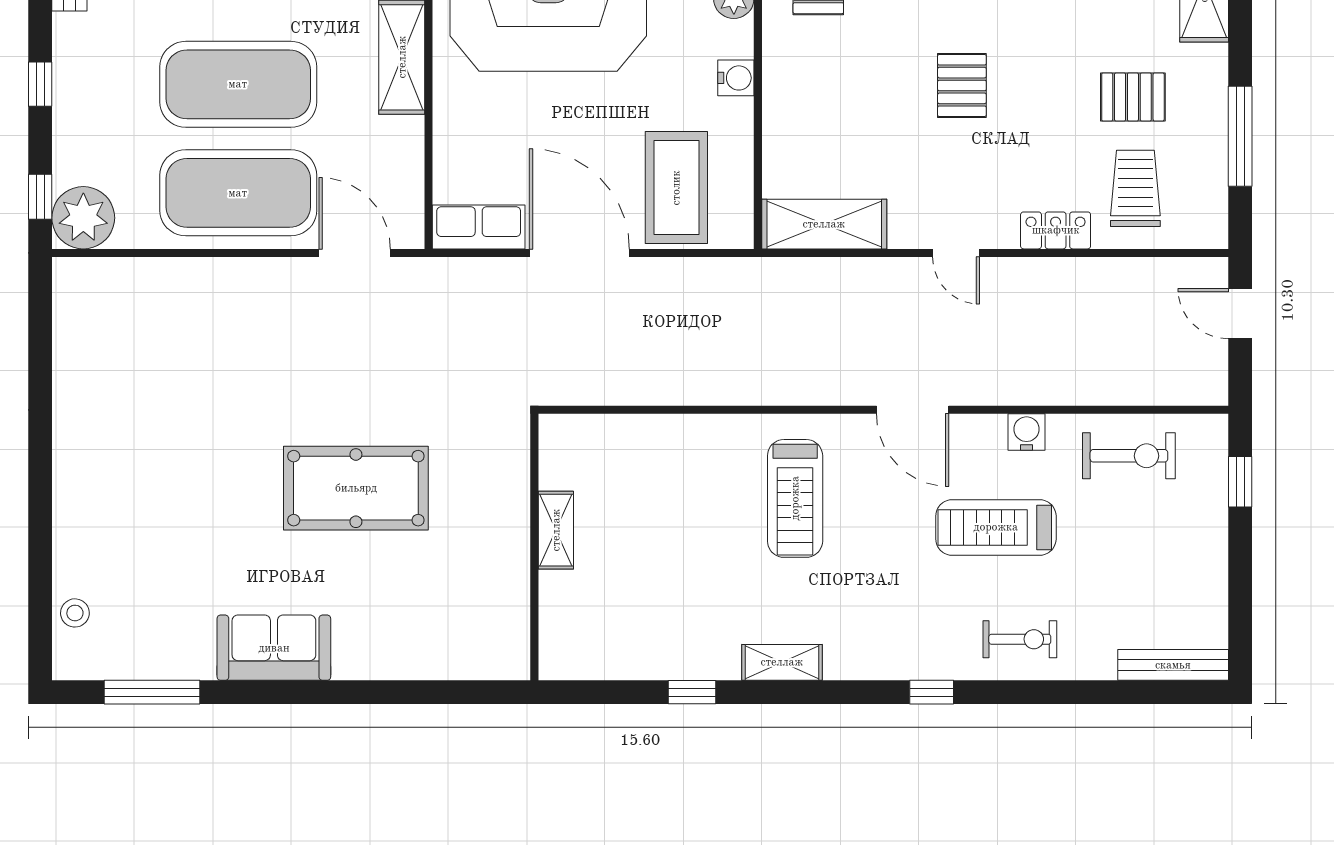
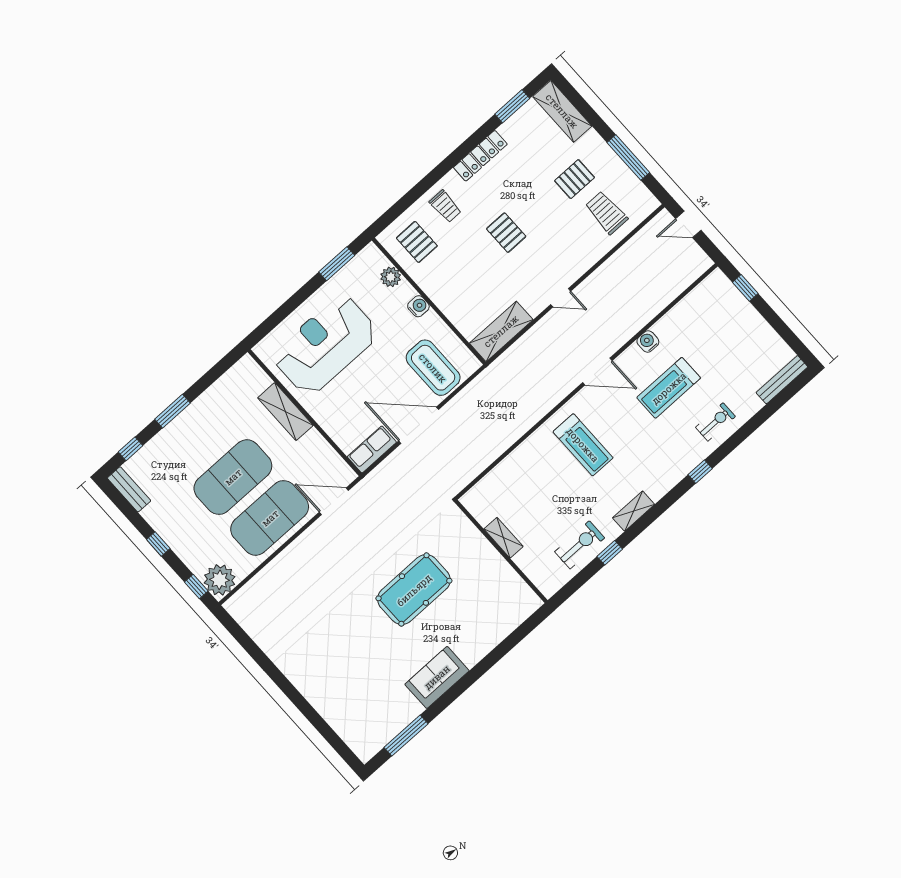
locker: (1056, 230) -> (591, 256), removed
exercise bike: (1129, 456) -> (580, 545), moved
stool: (75, 613) -> (350, 732), removed

